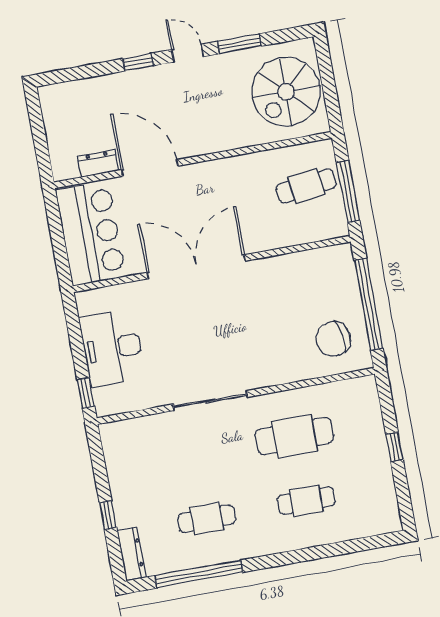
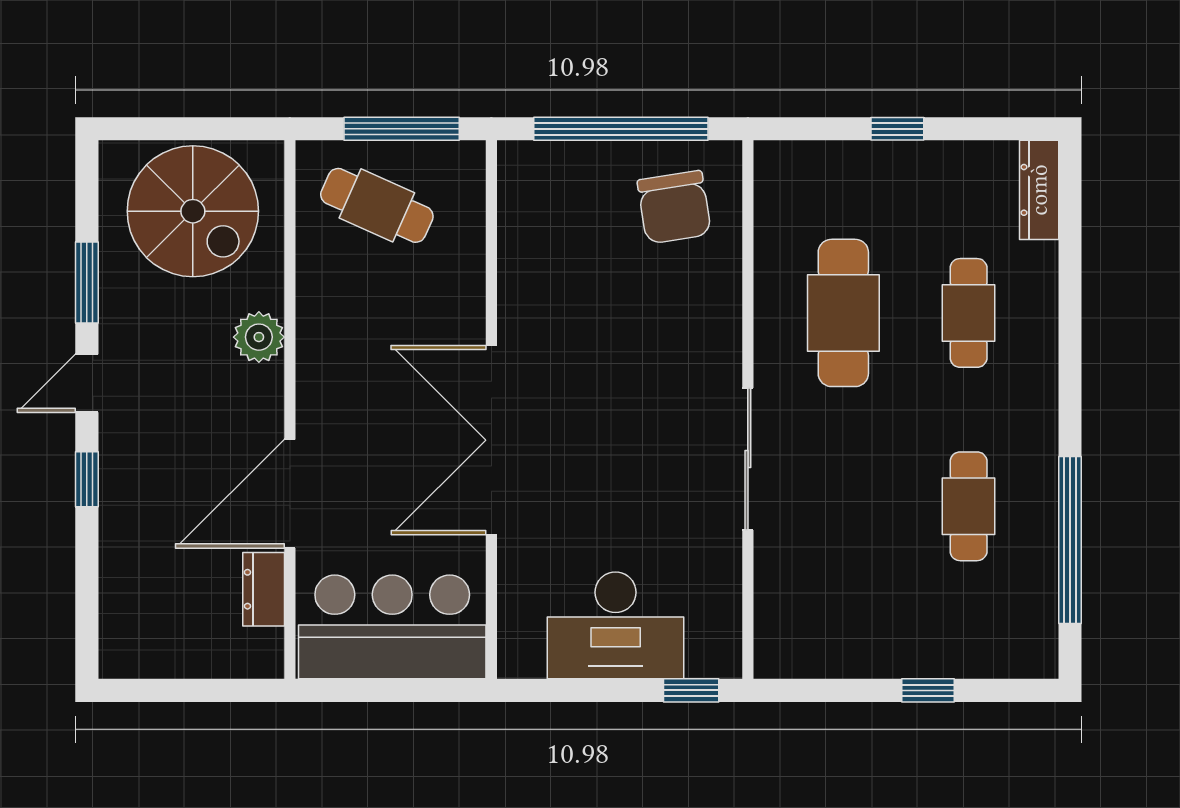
plant: (227, 137) -> (259, 337), added
cafe table: (306, 186) -> (377, 205), turned -59
dresser: (132, 554) -> (1039, 190), moved, turned -90

